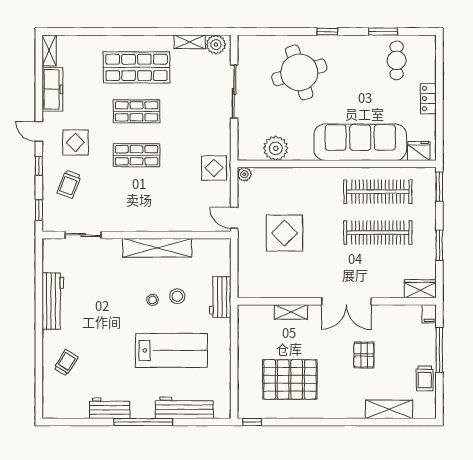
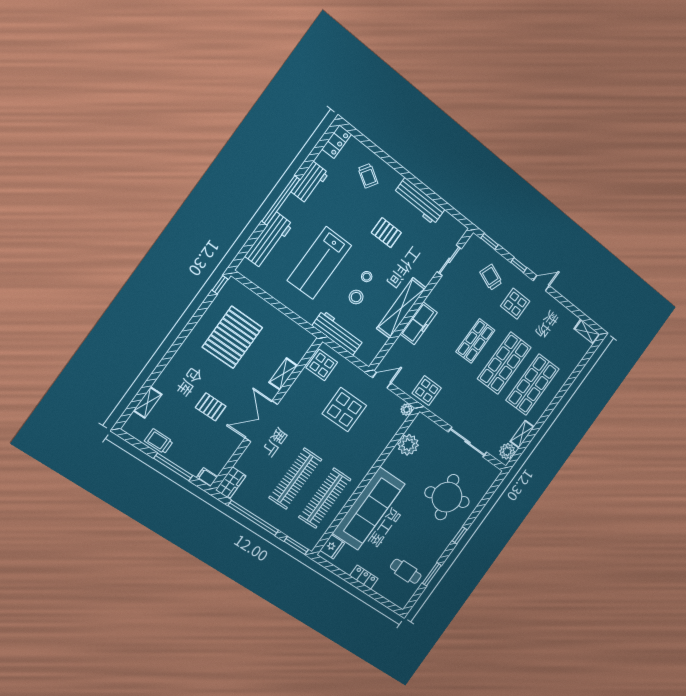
freezer: (52, 89) -> (419, 323), moved, turned -90
shop shelf: (137, 111) -> (504, 363), width x1.43, depth x1.36
window: (439, 245) -> (253, 518), width x2.11
display table: (259, 283) -> (322, 365), added
workbench: (220, 297) -> (338, 333), width x1.38
pallet: (102, 311) -> (386, 233), added
shelving: (389, 409) -> (148, 403), width x0.67, depth x0.75
locker: (58, 411) -> (337, 142), added

